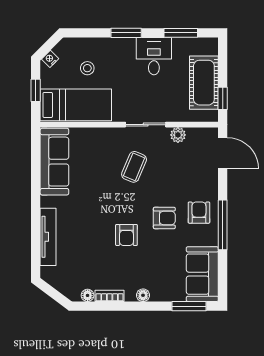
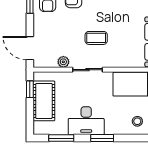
desk: (154, 56) -> (86, 121), width x1.37
stool: (87, 68) -> (137, 121), moved
coffee table: (134, 167) -> (96, 38), turned 67

